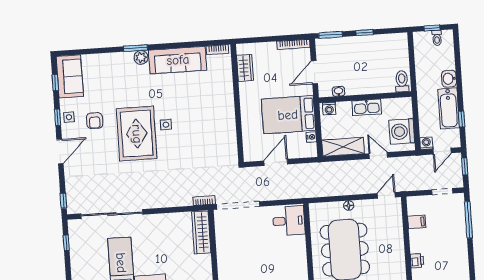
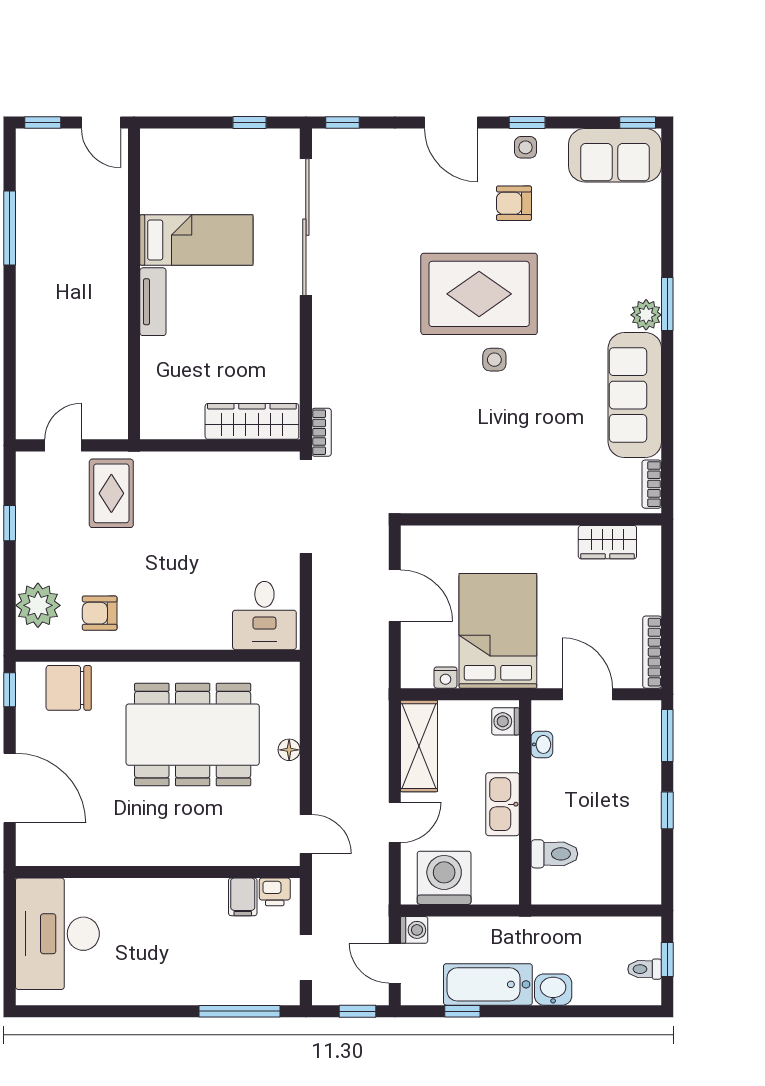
toilet: (402, 81) -> (554, 854), moved
window: (55, 83) -> (638, 122), moved
printer: (417, 261) -> (275, 892), moved

